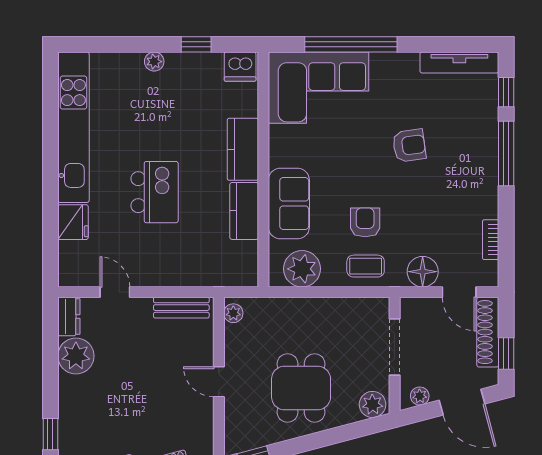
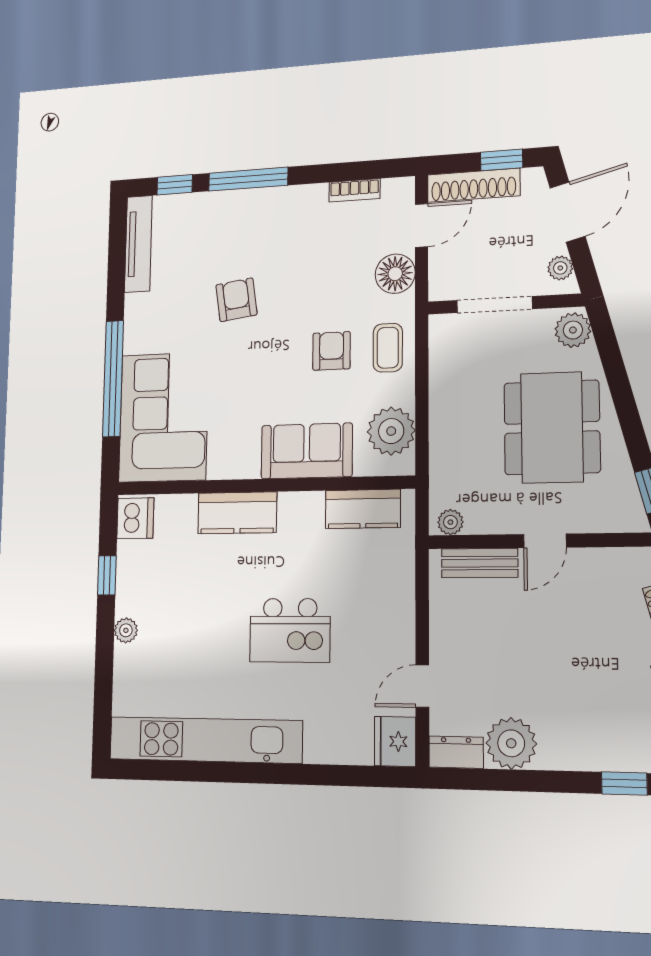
kitchen island: (155, 192) -> (290, 630), turned 180
kitchen counter: (244, 211) -> (363, 509), moved
fridge: (73, 222) -> (395, 741), moved, turned -90
armchair: (365, 222) -> (331, 351), turned 90
bench: (181, 308) -> (480, 563), moved, turned 90
dining table: (301, 388) -> (552, 427), width x1.37

